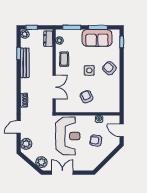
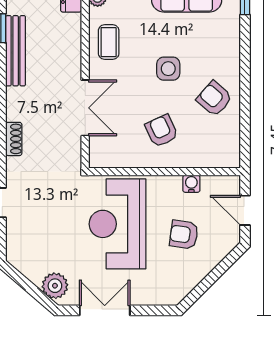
armchair: (109, 68) -> (214, 99), moved
reception desk: (68, 136) -> (117, 224), turned 180
plant: (26, 144) -> (19, 242), removed

